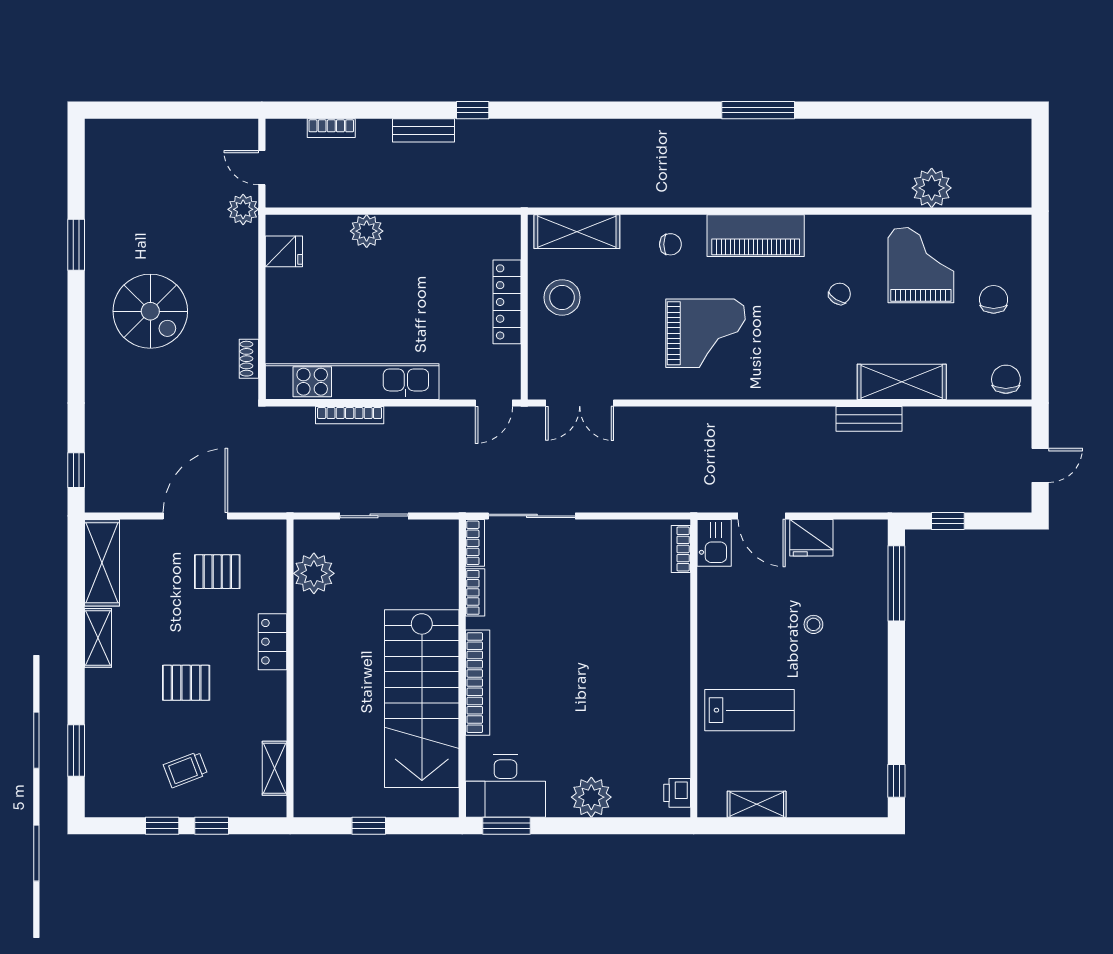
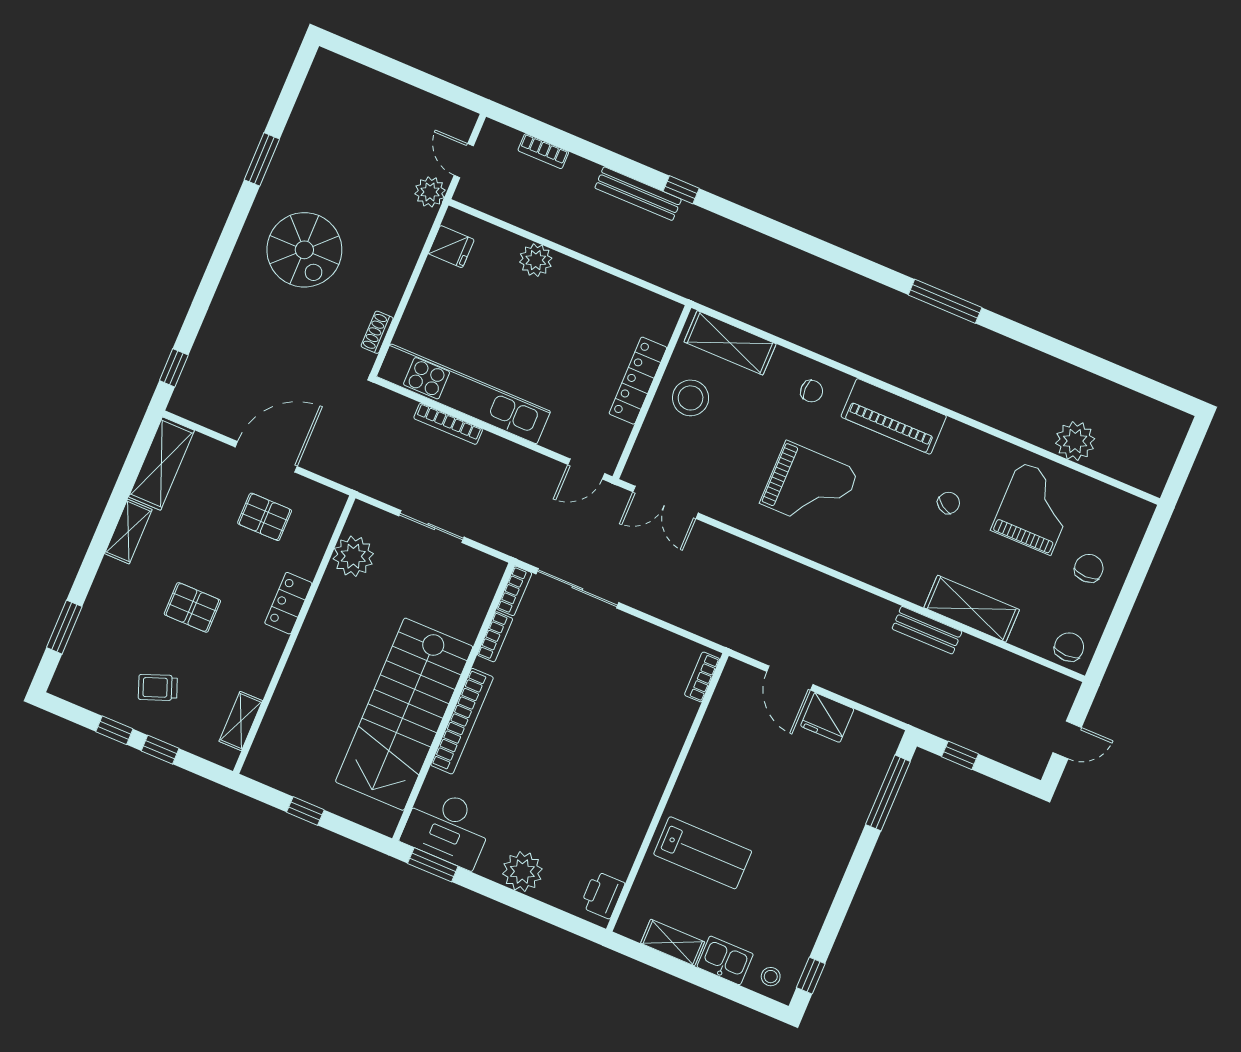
bench: (424, 130) -> (638, 194), width x1.36
kitchen sink: (714, 543) -> (725, 960), moved, turned -90
stool: (813, 624) -> (771, 977), moved
printer: (677, 793) -> (602, 895), width x1.36, depth x1.24

